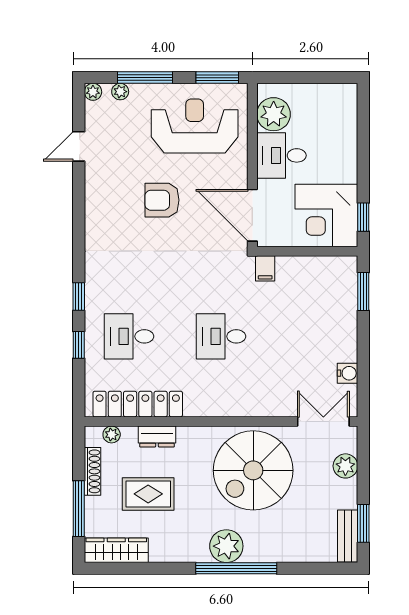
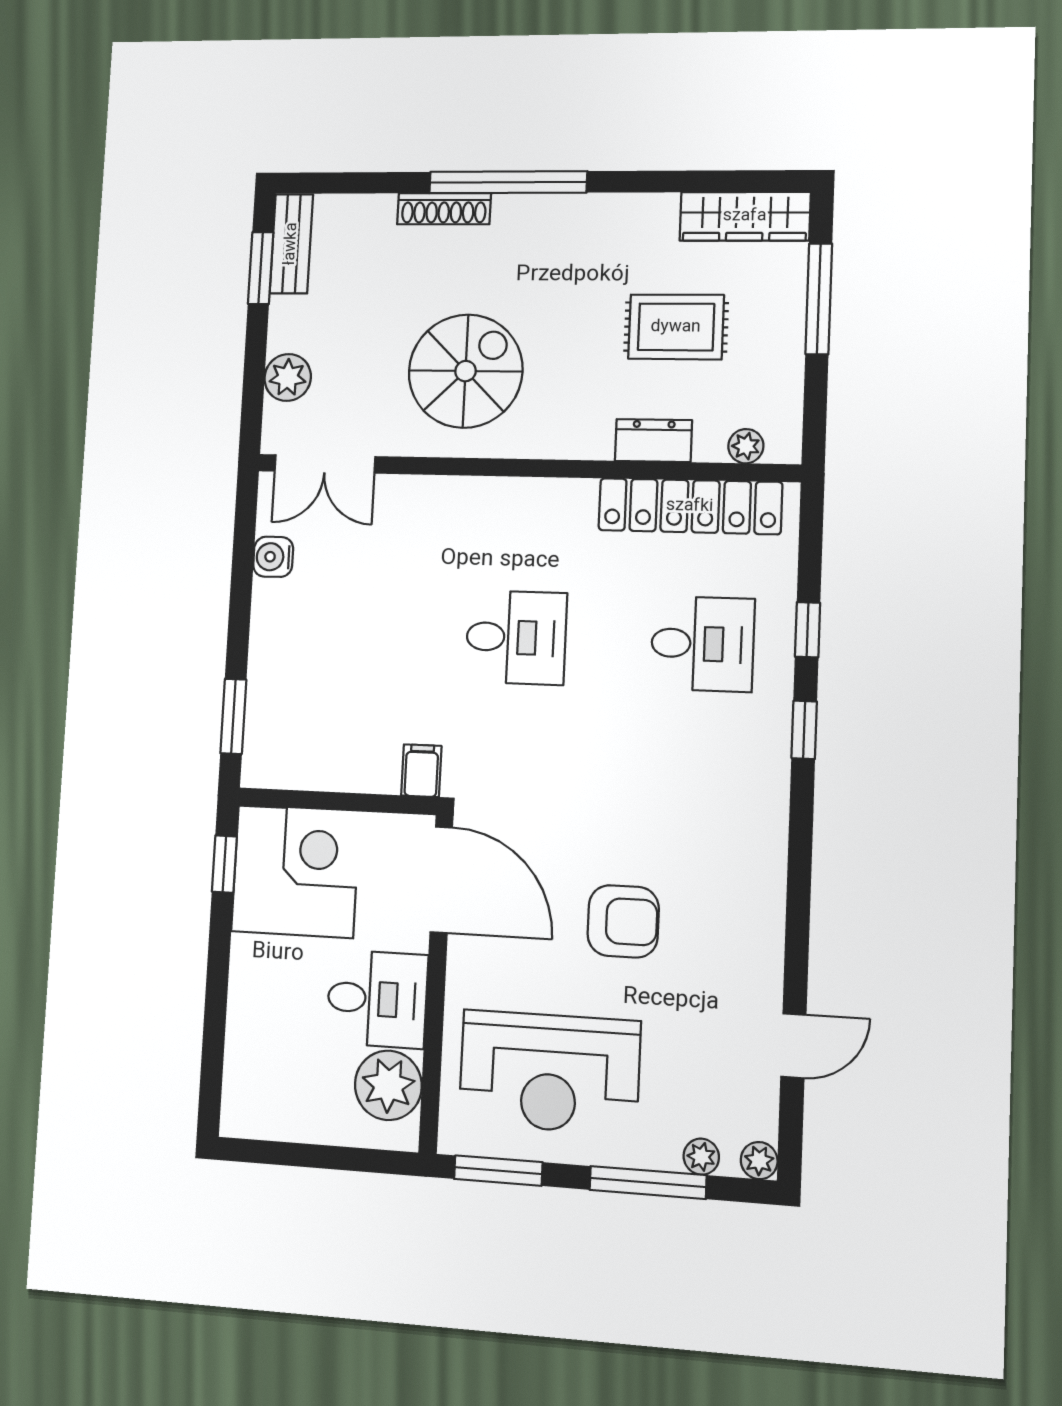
spiral stairs: (253, 470) -> (466, 371), width x0.73, depth x0.73
shoe rack: (92, 471) -> (444, 209), moved, turned -90
plant: (226, 546) -> (525, 225), removed

